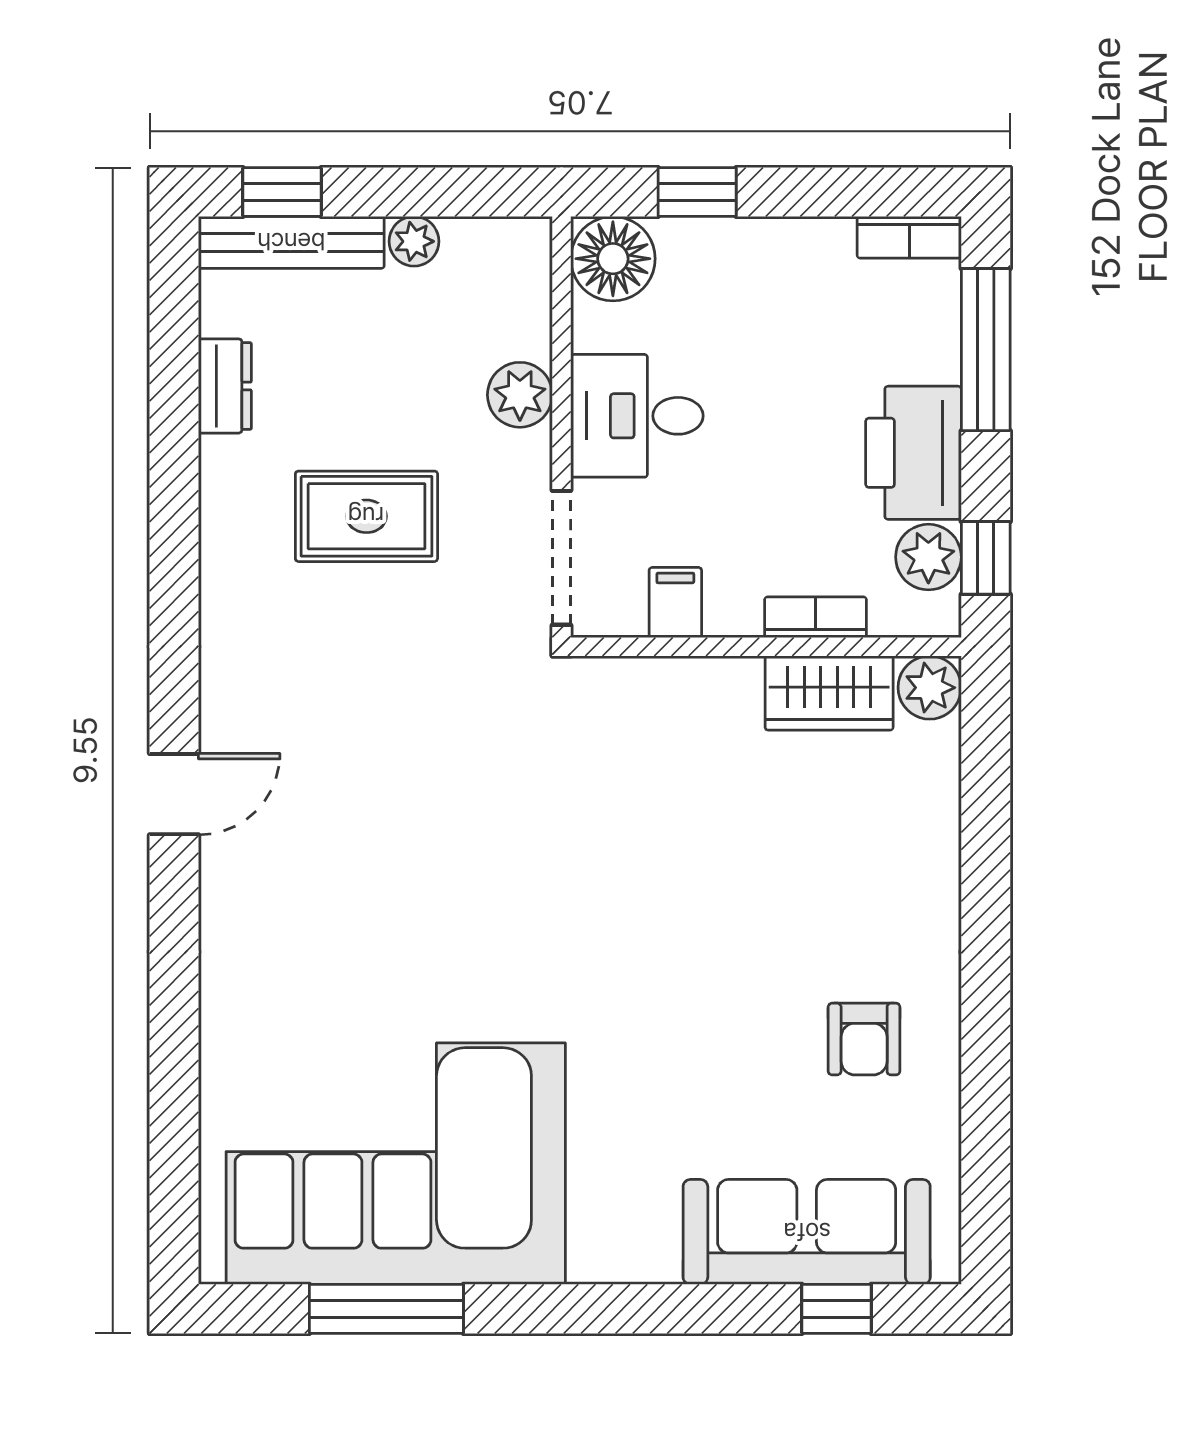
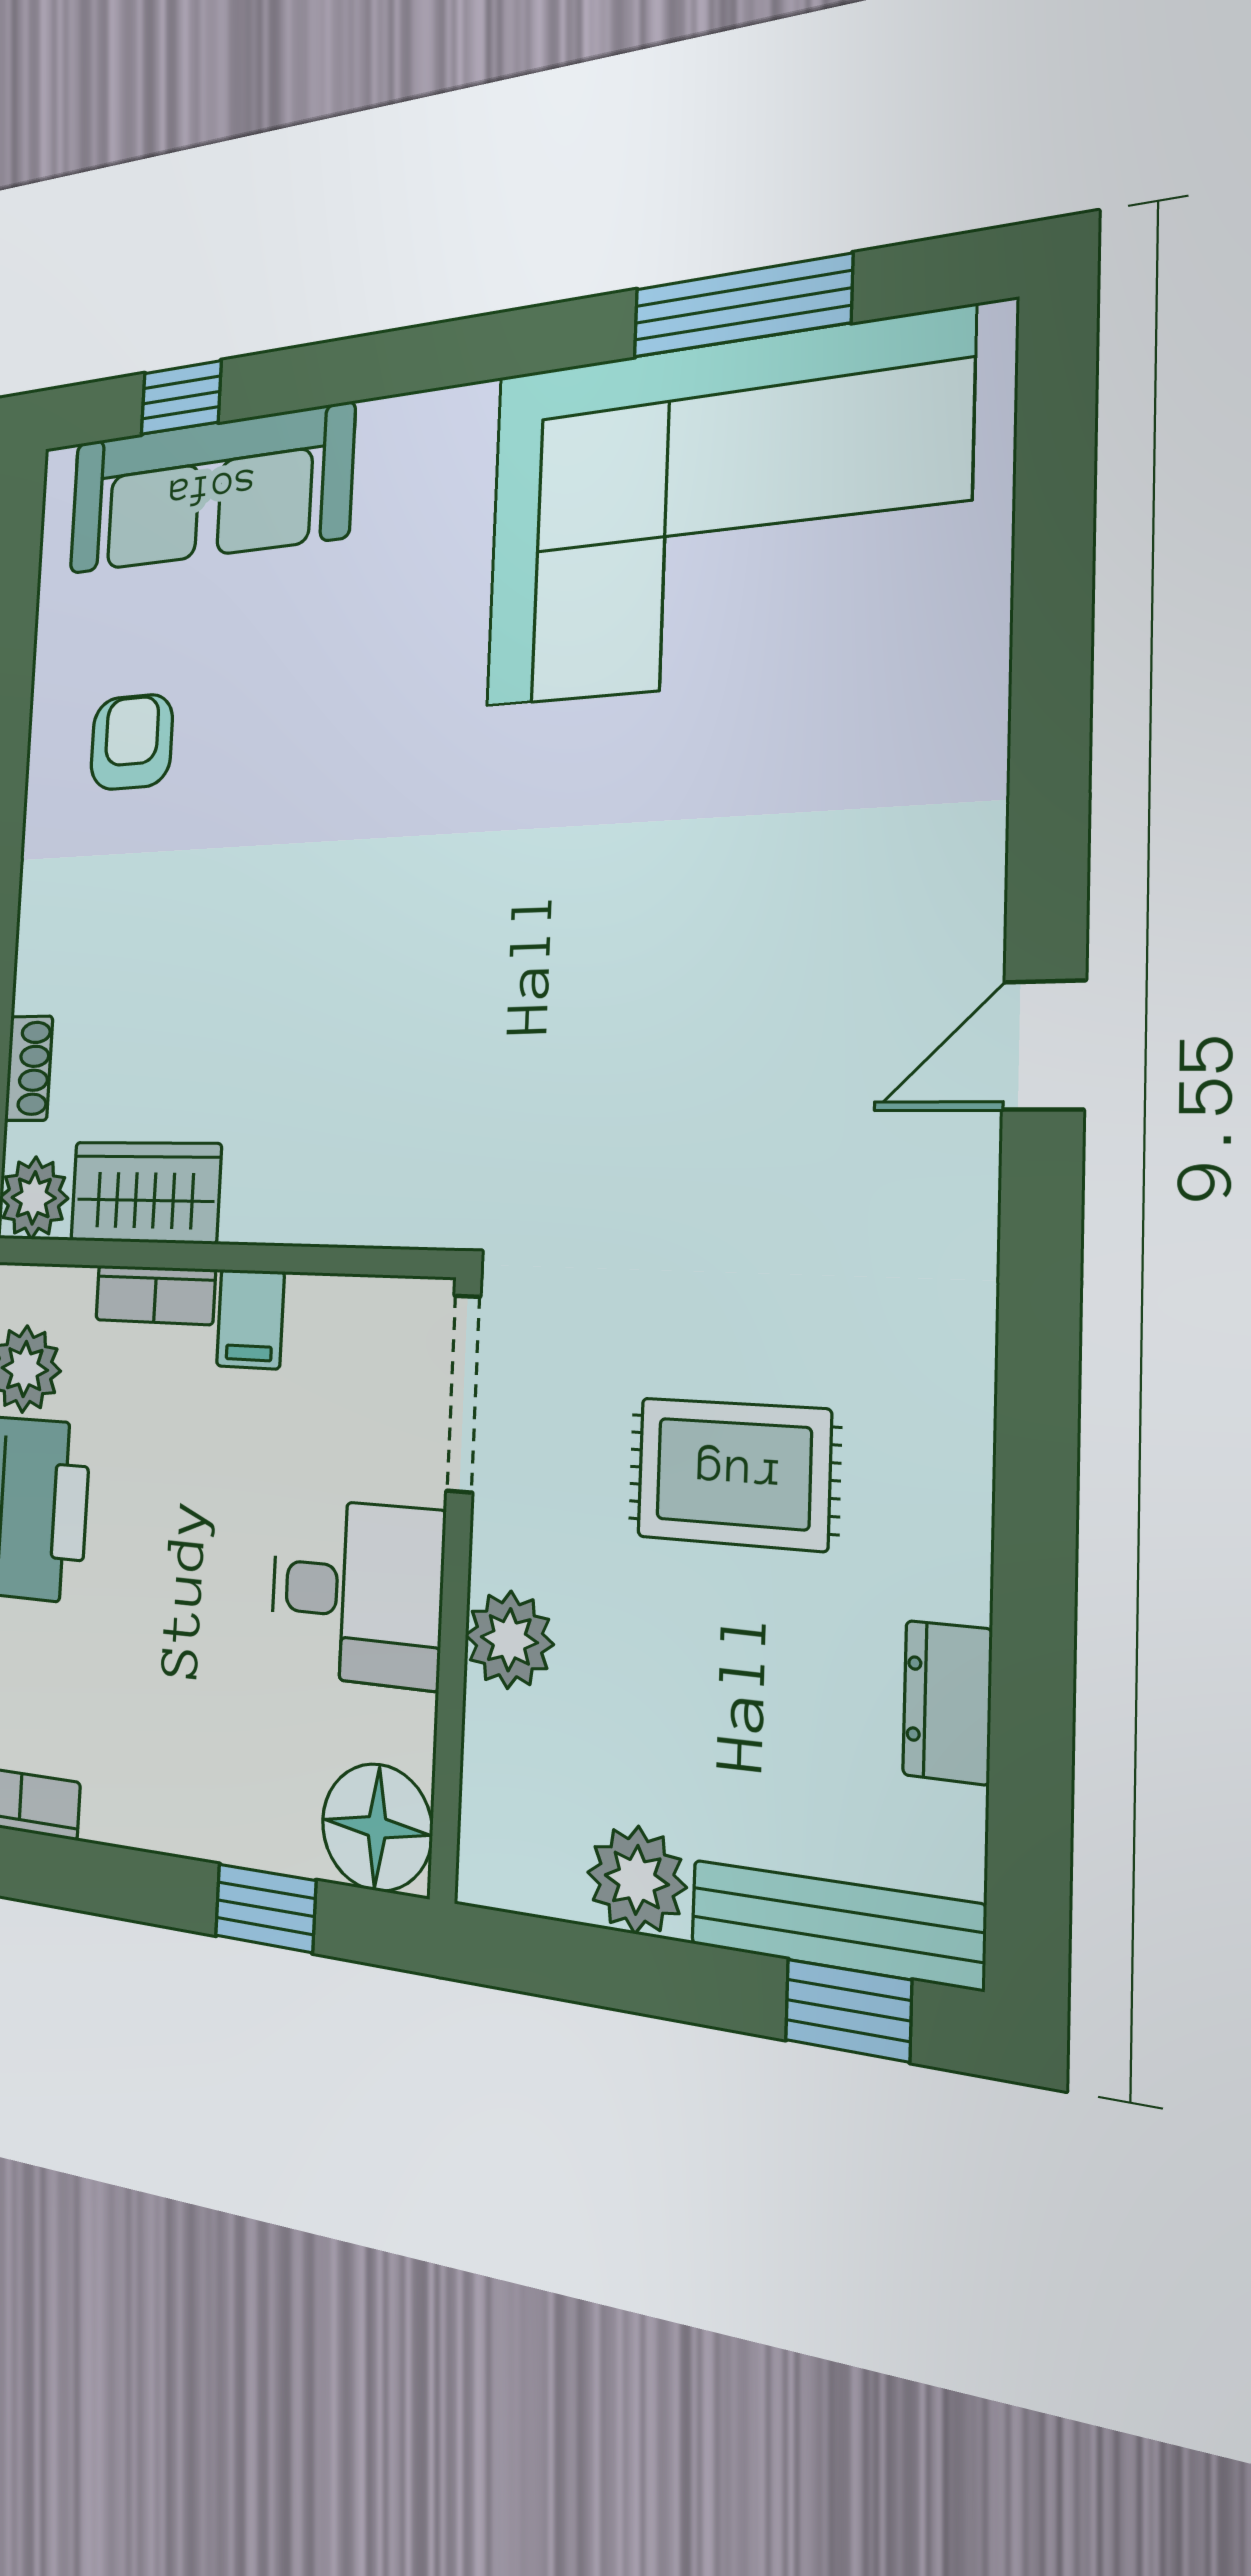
plant: (414, 241) -> (637, 1880), width x1.38, depth x1.38
filing cabinet: (675, 602) -> (250, 1319), moved
shoe rack: (942, 787) -> (29, 1068), added

